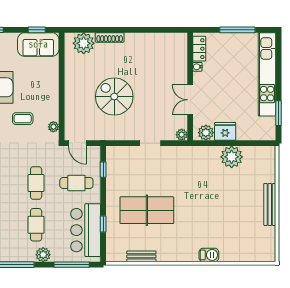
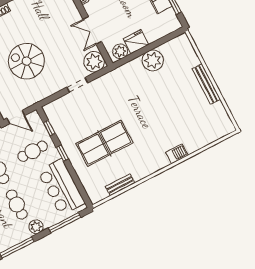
plant: (182, 135) -> (94, 62), width x1.88, depth x1.88
window: (103, 224) -> (62, 153), moved

